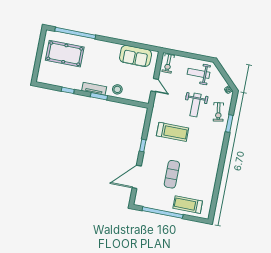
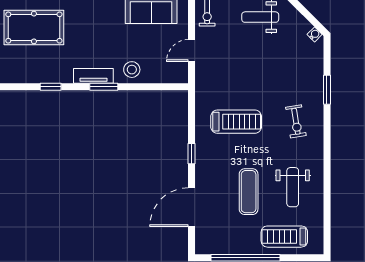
door: (155, 85) -> (192, 51), swing flipped
weight bench: (195, 105) -> (293, 187), moved
exercise bike: (218, 112) -> (296, 121), moved

